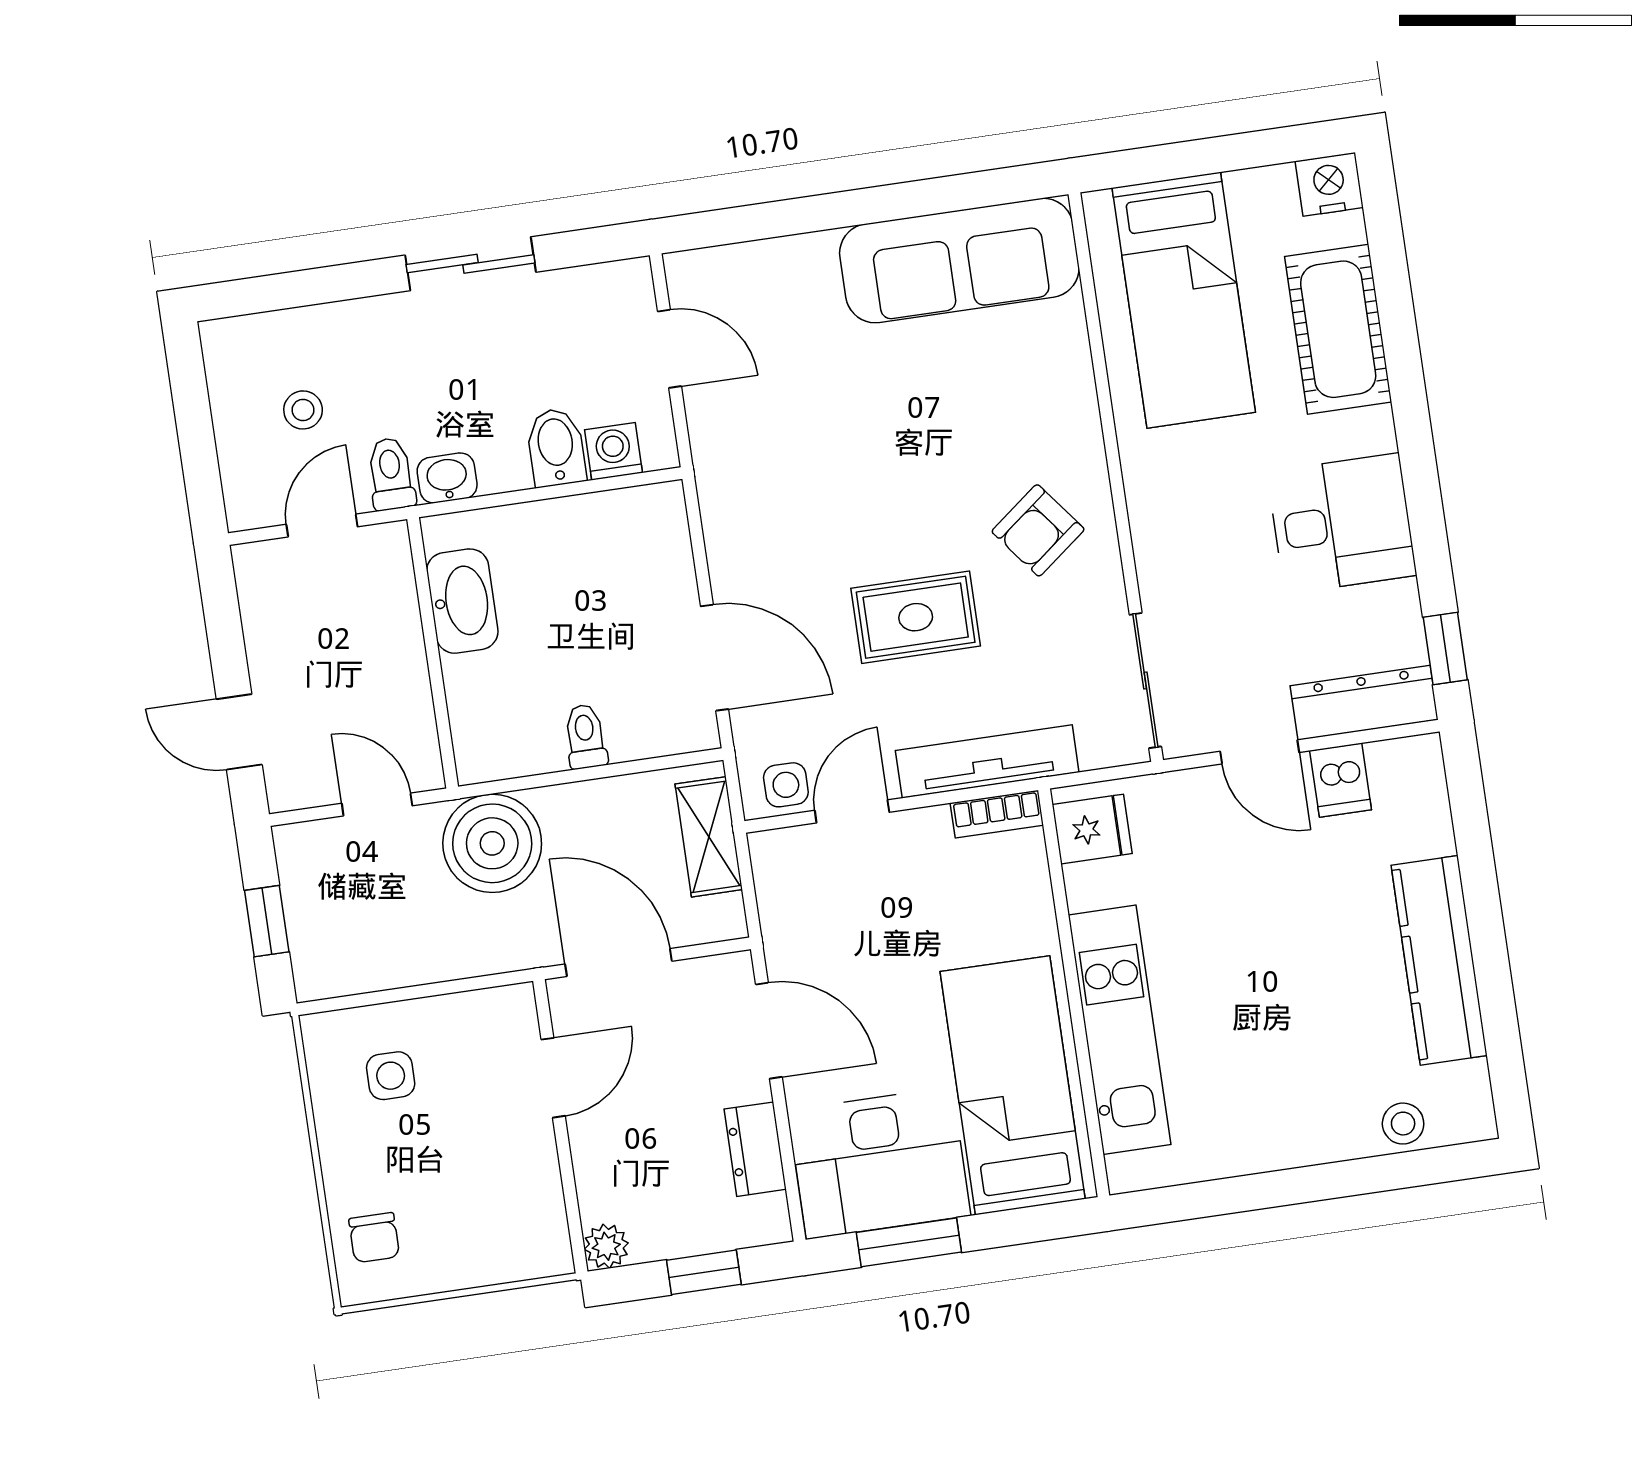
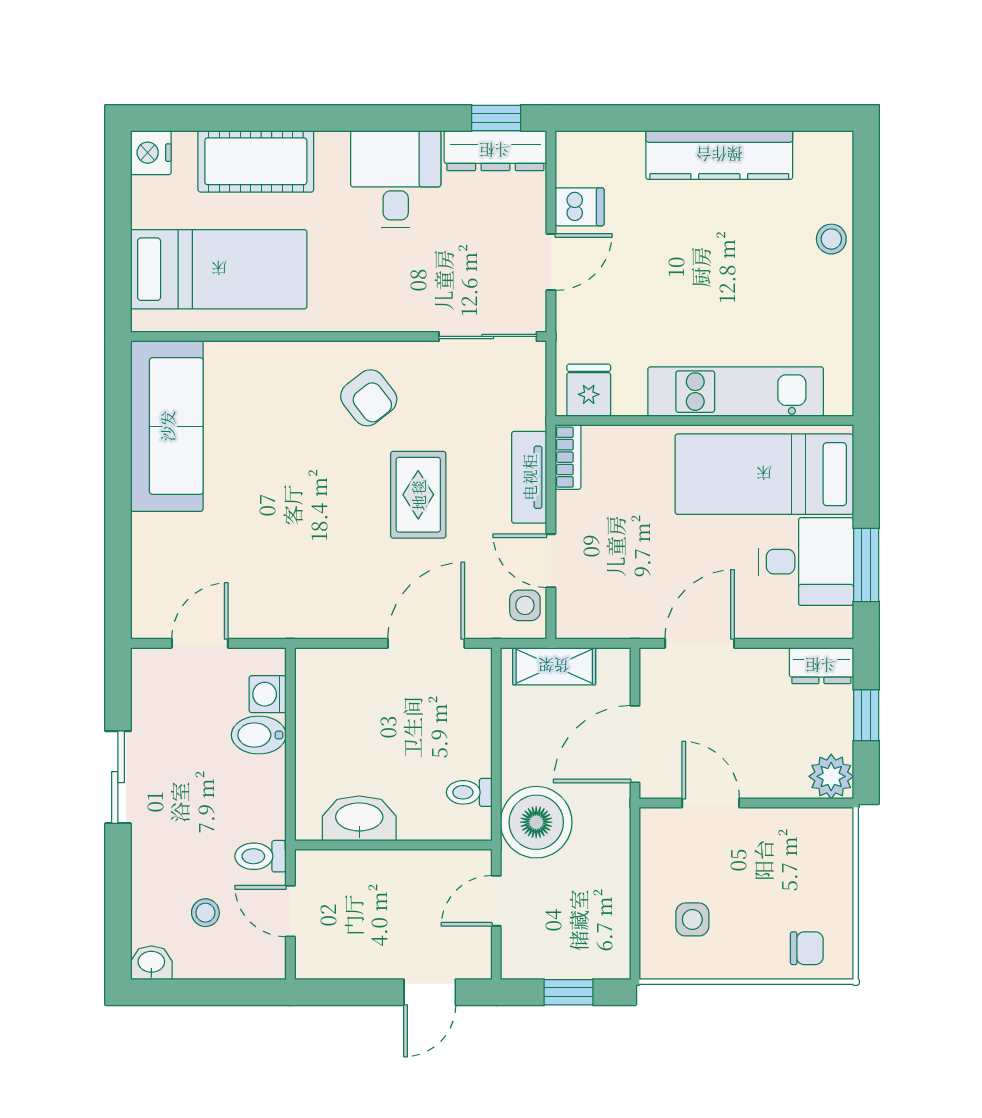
washbasin: (447, 478) -> (151, 963), moved, turned 90
dresser: (1364, 703) -> (495, 151), moved, turned -90
toilet: (585, 736) -> (469, 792), moved
tv unit: (987, 761) -> (529, 477), width x0.71
stool: (1403, 1124) -> (831, 239), moved
dresser: (755, 1149) -> (821, 666), moved
desk: (879, 1163) -> (806, 562), width x0.73
plant: (606, 1246) -> (831, 776), width x1.38, depth x1.38

